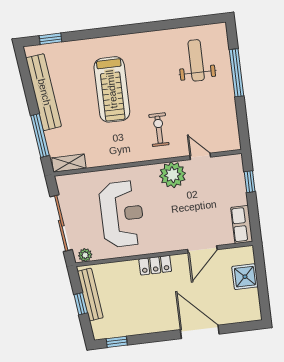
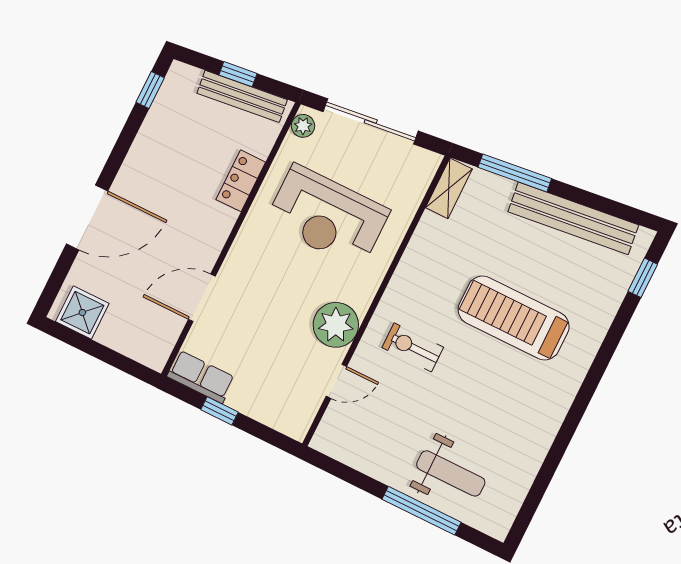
weight bench: (196, 60) -> (451, 473), moved
exercise bike: (159, 130) -> (413, 347), turned 180
window: (250, 182) -> (220, 411), moved
door: (202, 249) -> (202, 298), hinge flipped
locker: (155, 265) -> (241, 181), moved
shower: (245, 277) -> (82, 313), moved

